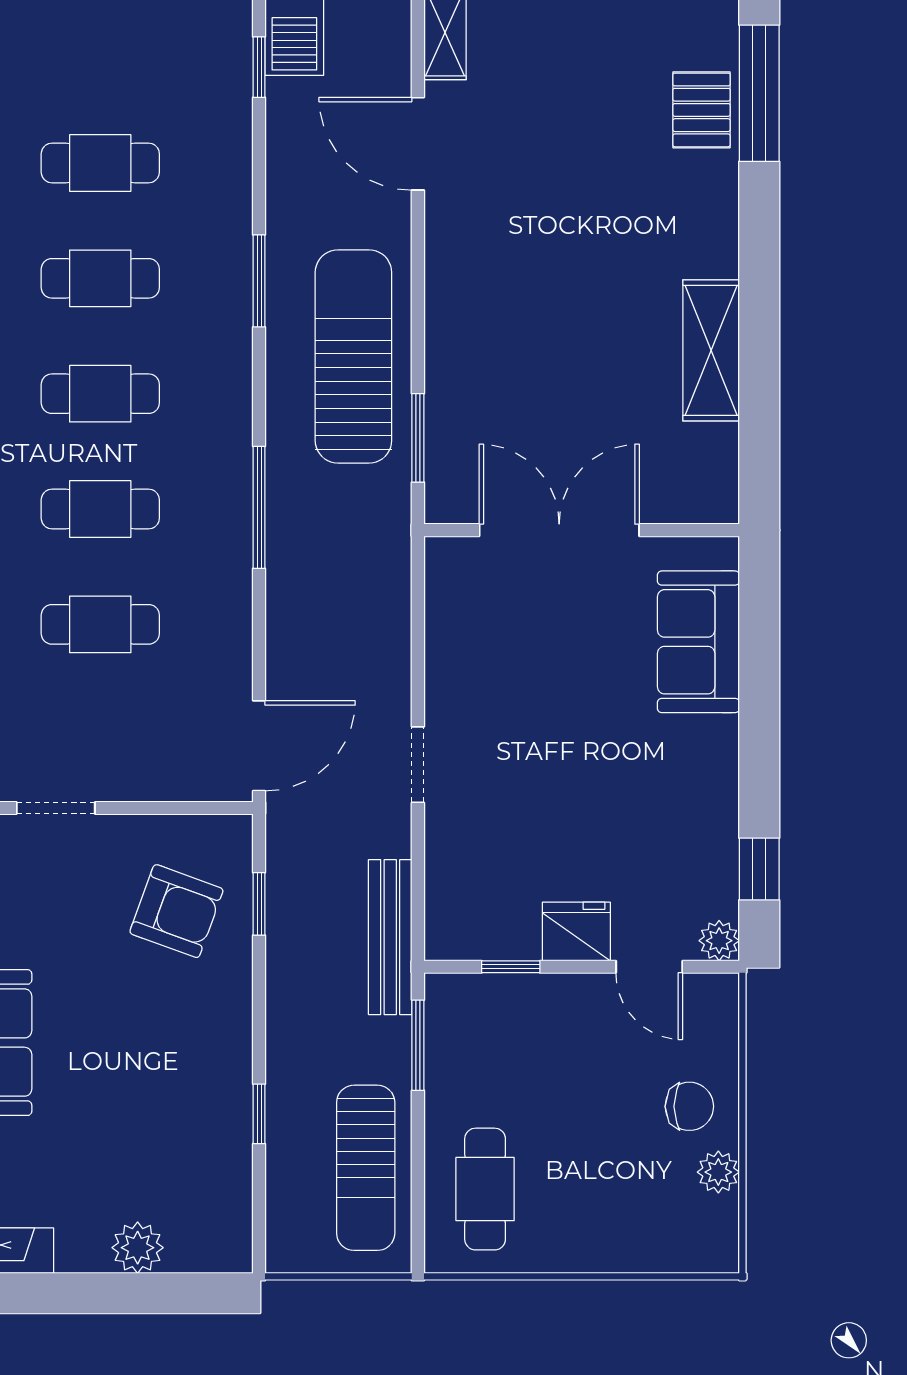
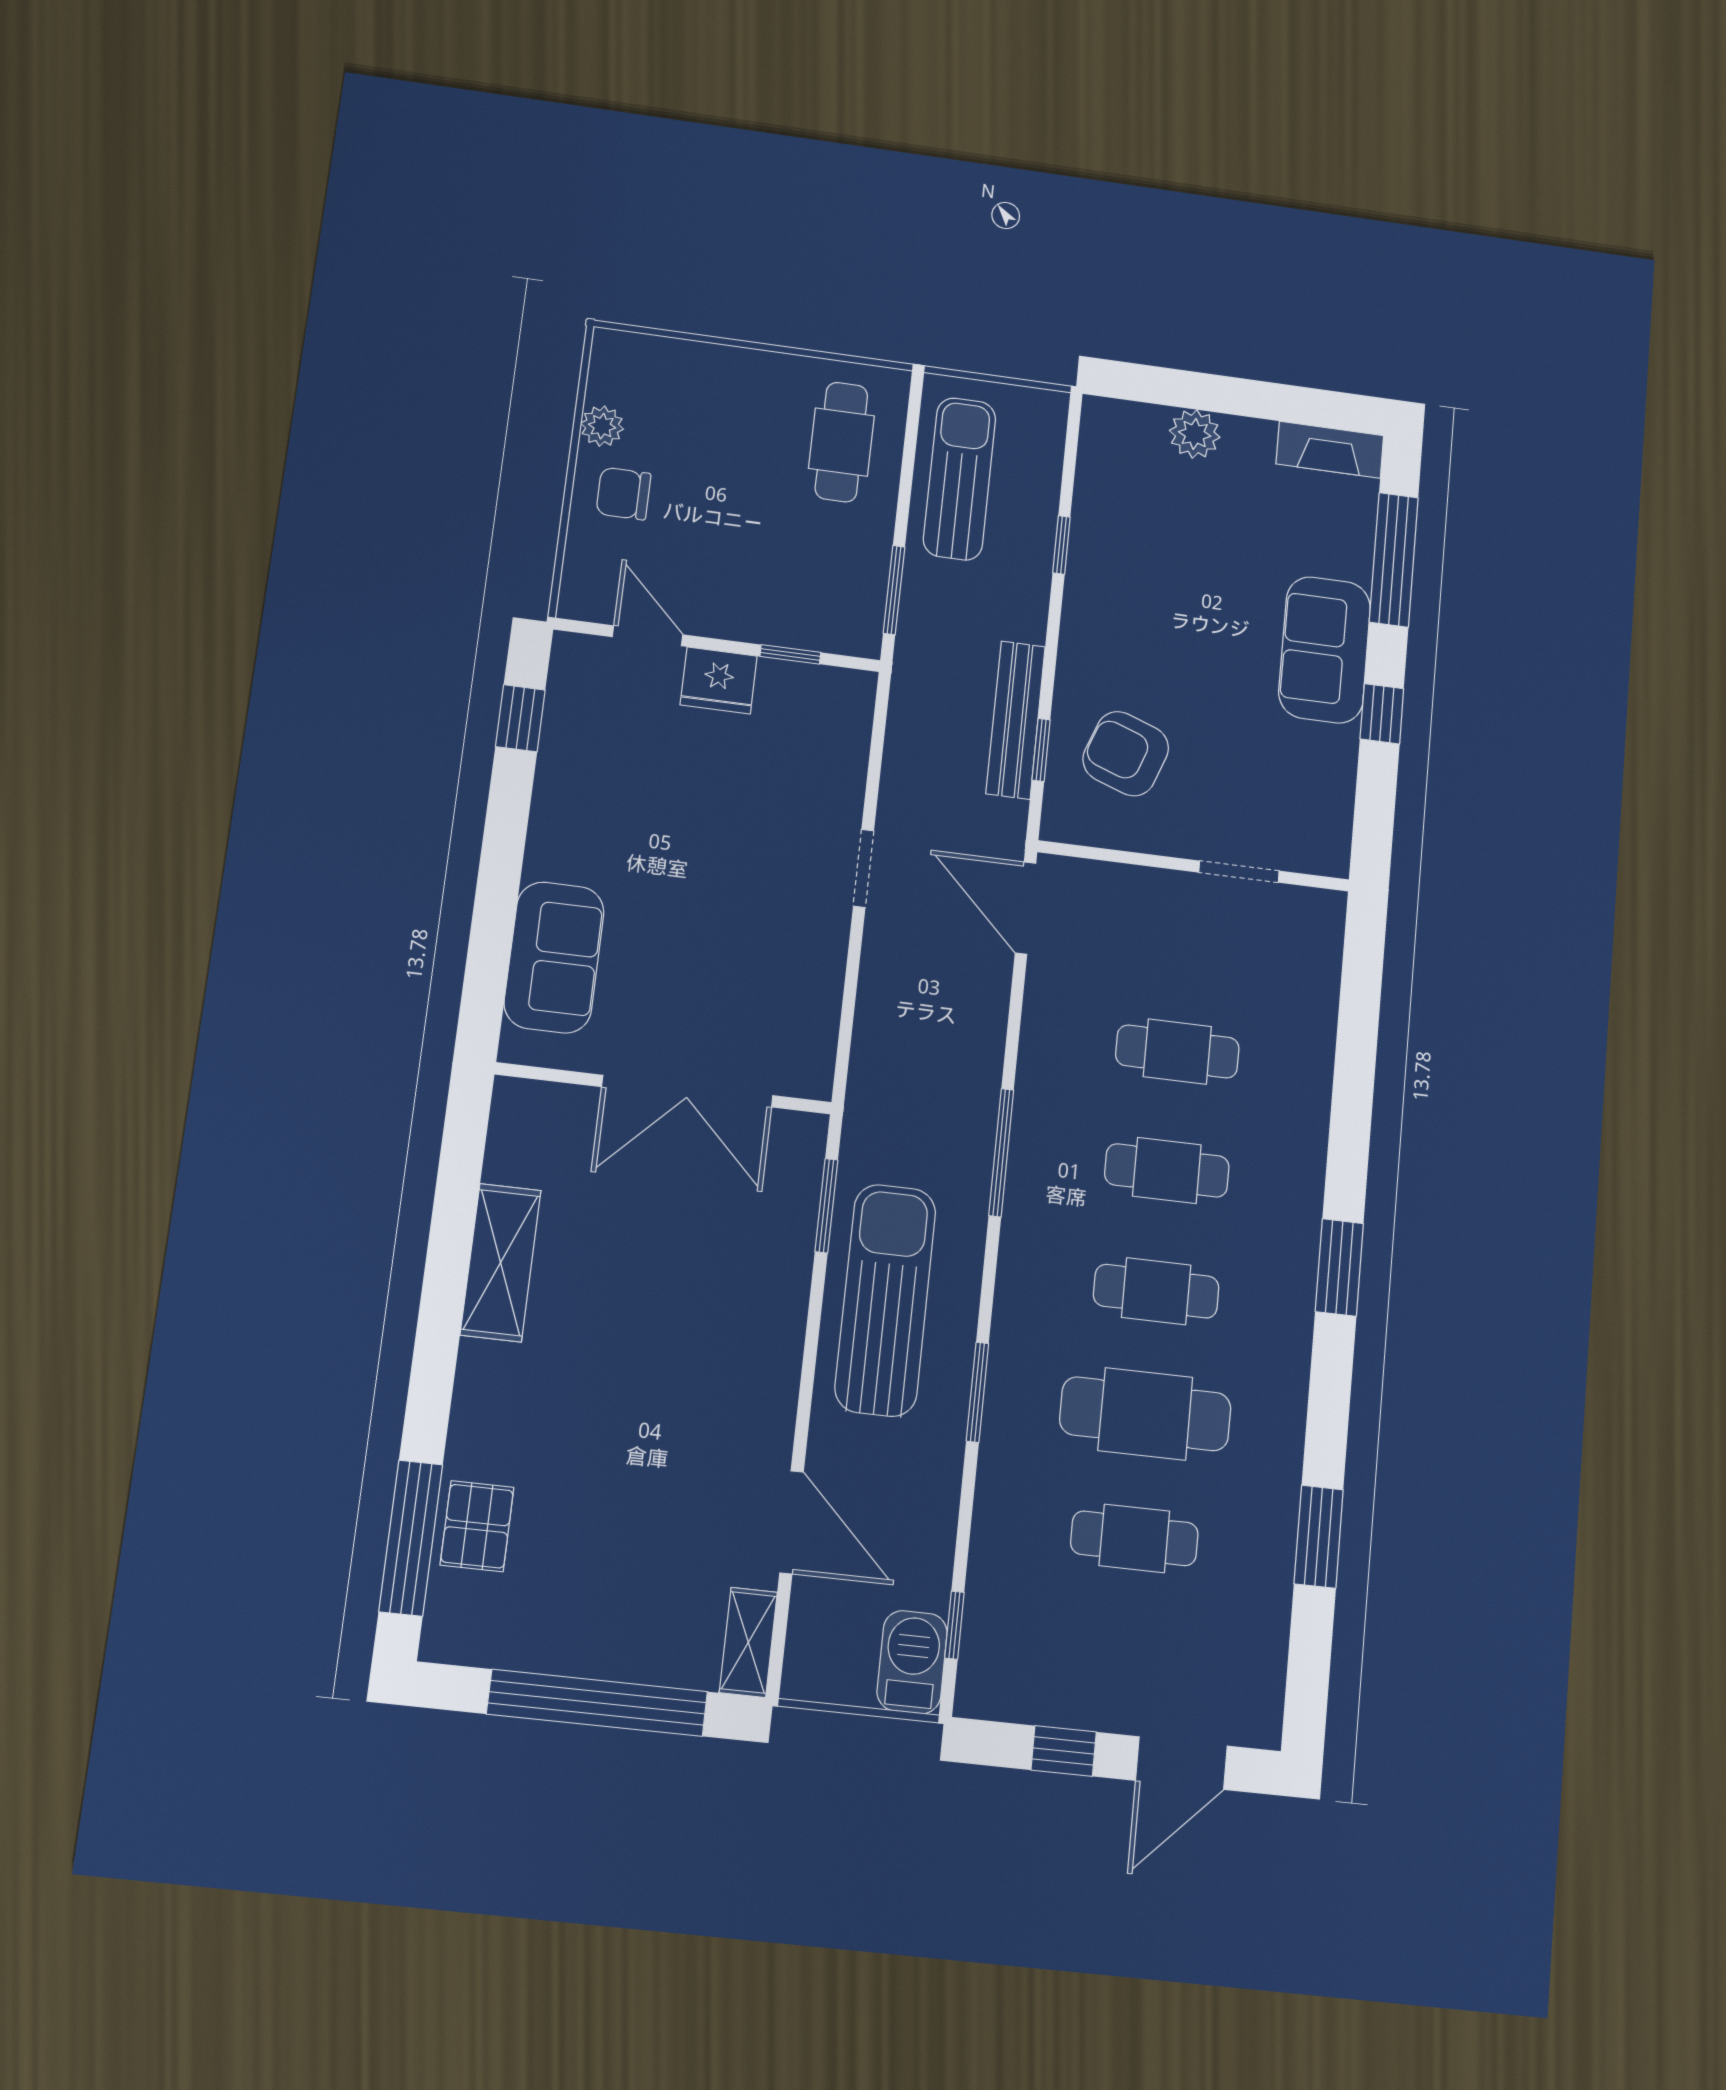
cafe table: (100, 278) -> (1145, 1414), width x1.37, depth x1.35
sun lounger: (353, 356) -> (885, 1300), turned 180
door: (259, 746) -> (1025, 908), hinge flipped
bench: (390, 937) -> (1016, 720), moved
plant: (719, 941) -> (572, 652), removed

